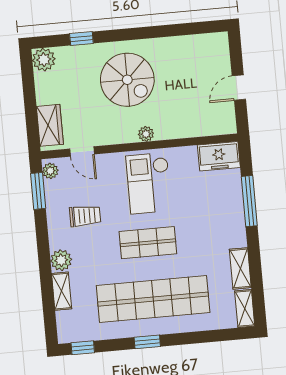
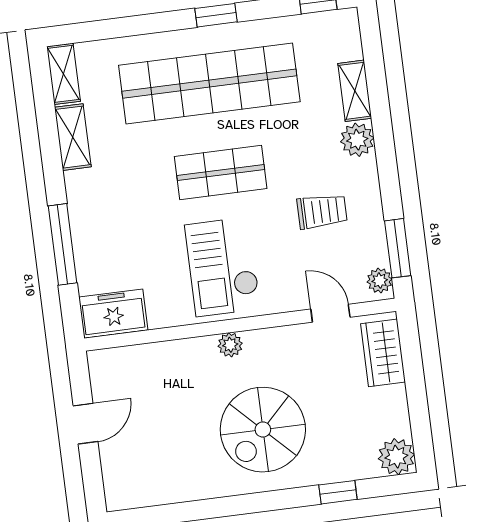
spiral stairs: (127, 80) -> (263, 430), turned -90
checkout: (149, 183) -> (223, 267), turned 180
trolley: (85, 216) -> (322, 211), turned 180

